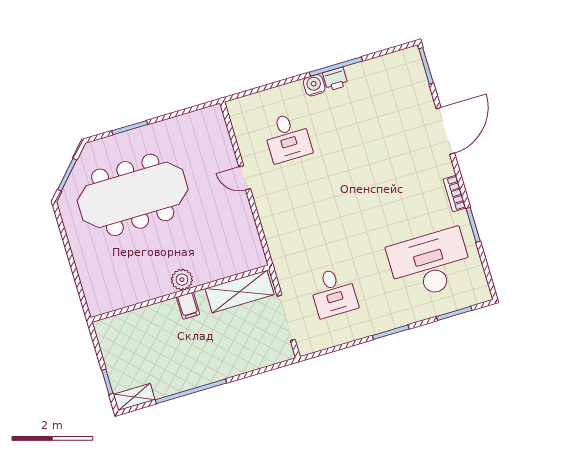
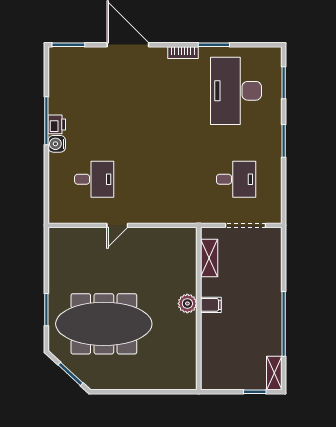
meeting table: (133, 195) -> (104, 324), turned 90
shelving: (240, 292) -> (209, 258), width x0.67, depth x0.75

